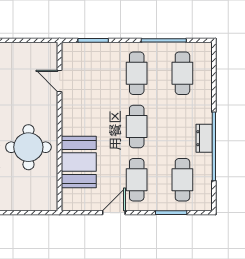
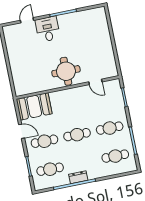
door: (60, 81) -> (95, 82), swing flipped
round table: (28, 147) -> (66, 71), moved
booth: (79, 162) -> (34, 106), moved

